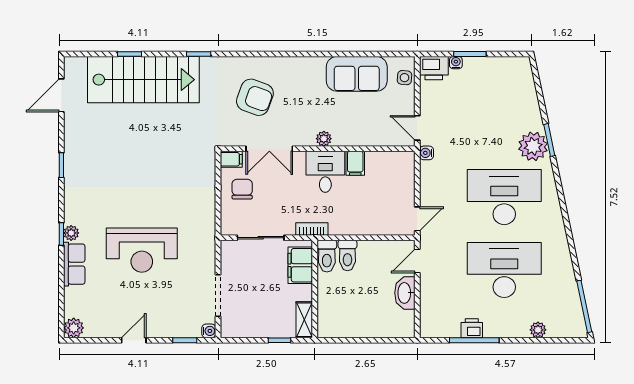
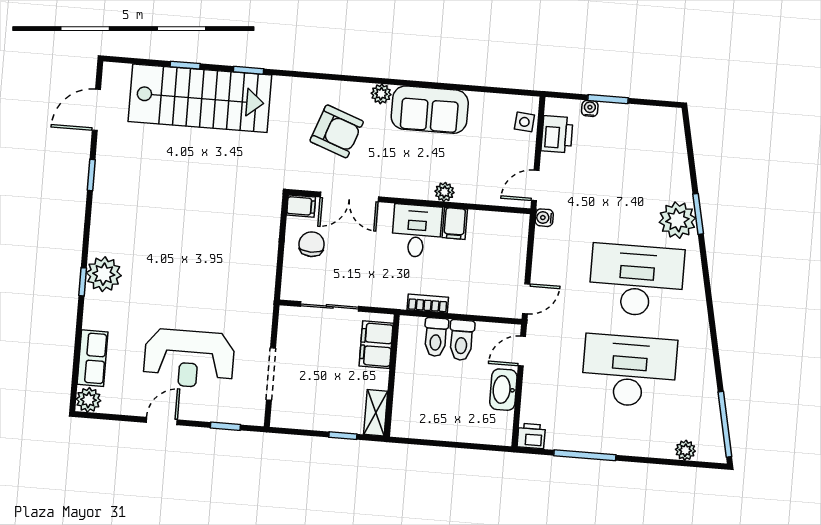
window: (199, 54) -> (248, 70), moved
plant: (288, 64) -> (381, 94), added
printer: (434, 68) -> (557, 134), moved, turned -90
sofa: (357, 74) -> (430, 110), moved
door: (417, 128) -> (535, 186), hinge flipped
plant: (324, 139) -> (444, 192), moved
window: (61, 165) -> (91, 175), moved
bookcase: (312, 229) -> (428, 303), moved
plant: (71, 233) -> (104, 274), width x1.88, depth x1.88
reception desk: (142, 250) -> (189, 359), moved
toilet: (327, 256) -> (461, 340), moved
row of seats: (74, 264) -> (92, 358), moved
printer: (472, 328) -> (531, 436), moved
plant: (538, 330) -> (685, 450), moved
water cooler: (209, 331) -> (256, 417), removed

